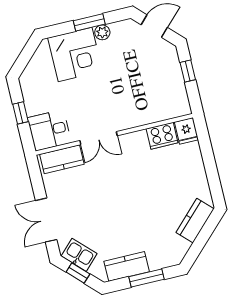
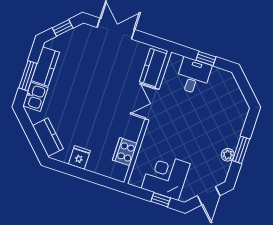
corner desk: (75, 55) -> (166, 176), moved, turned 90
desk: (49, 130) -> (193, 76), moved
fridge: (186, 131) -> (79, 157), moved, turned 90
kitchen sink: (79, 255) -> (35, 97), moved, turned -45

